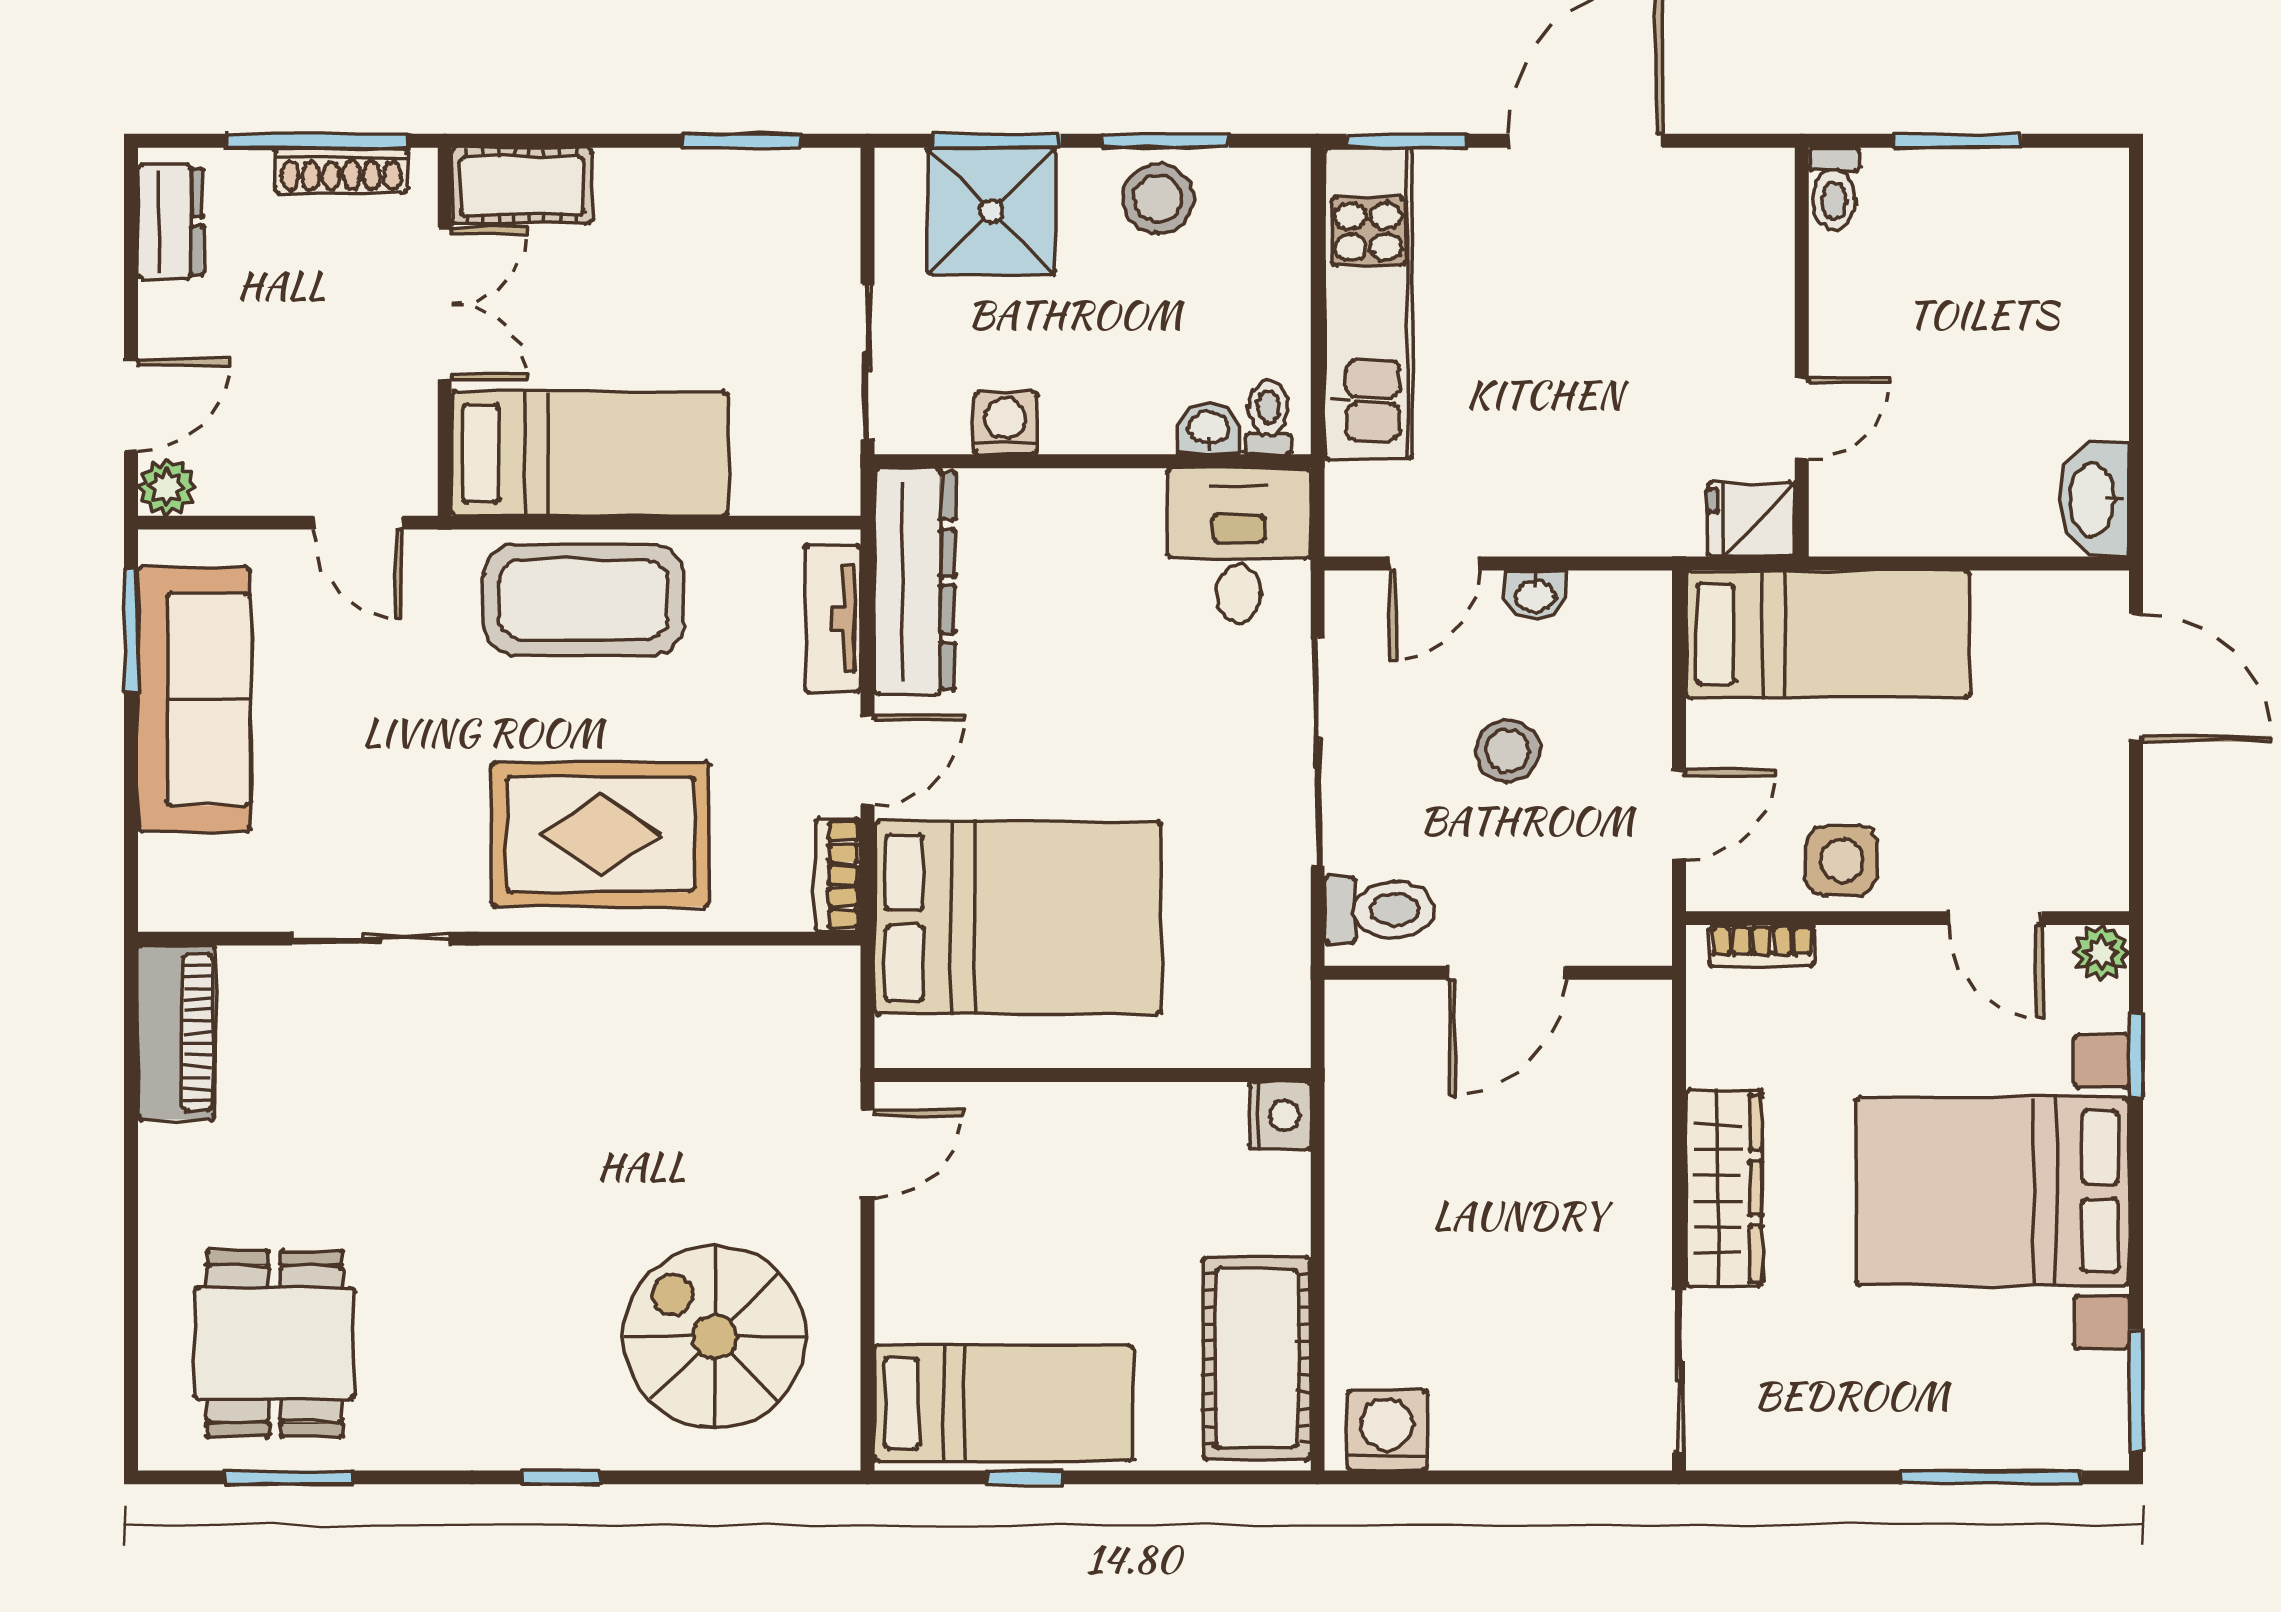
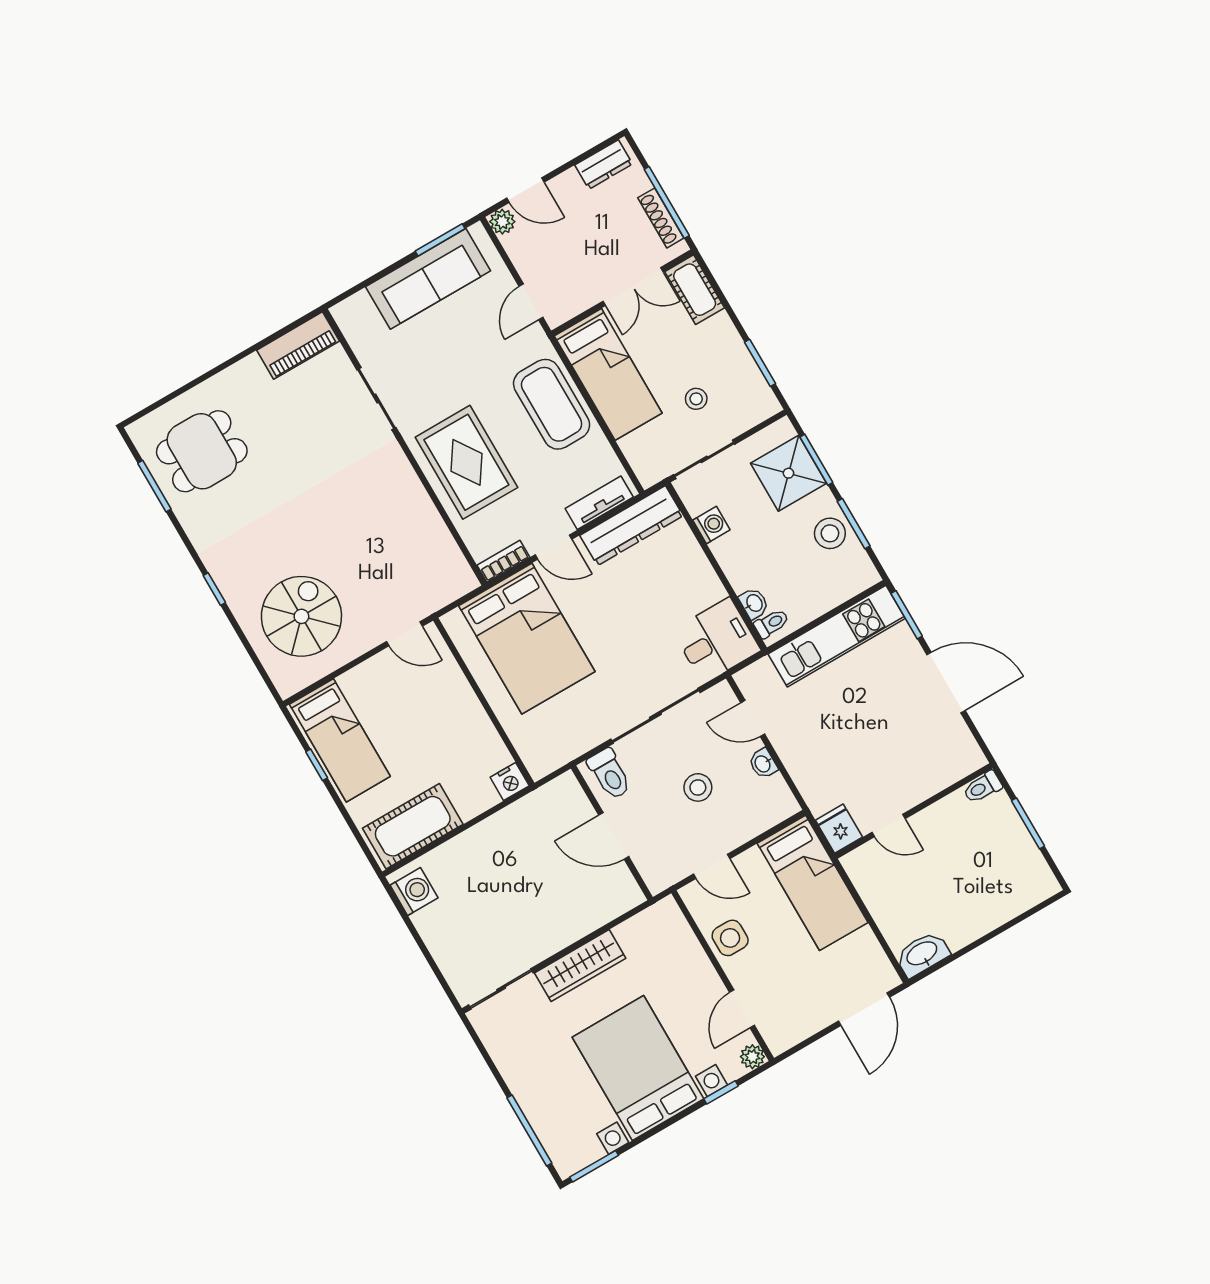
stool: (739, 308) -> (696, 399), added
bookcase: (1762, 946) -> (680, 927), removed

